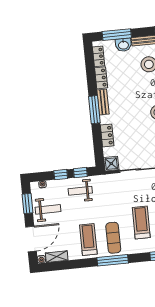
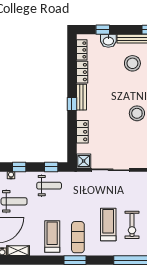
window: (117, 35) -> (103, 30), width x0.46
window: (94, 110) -> (72, 104), width x0.46
window: (61, 175) -> (19, 167), moved
weight bench: (80, 191) -> (49, 186), turned 180
window: (113, 260) -> (75, 260), width x0.69

